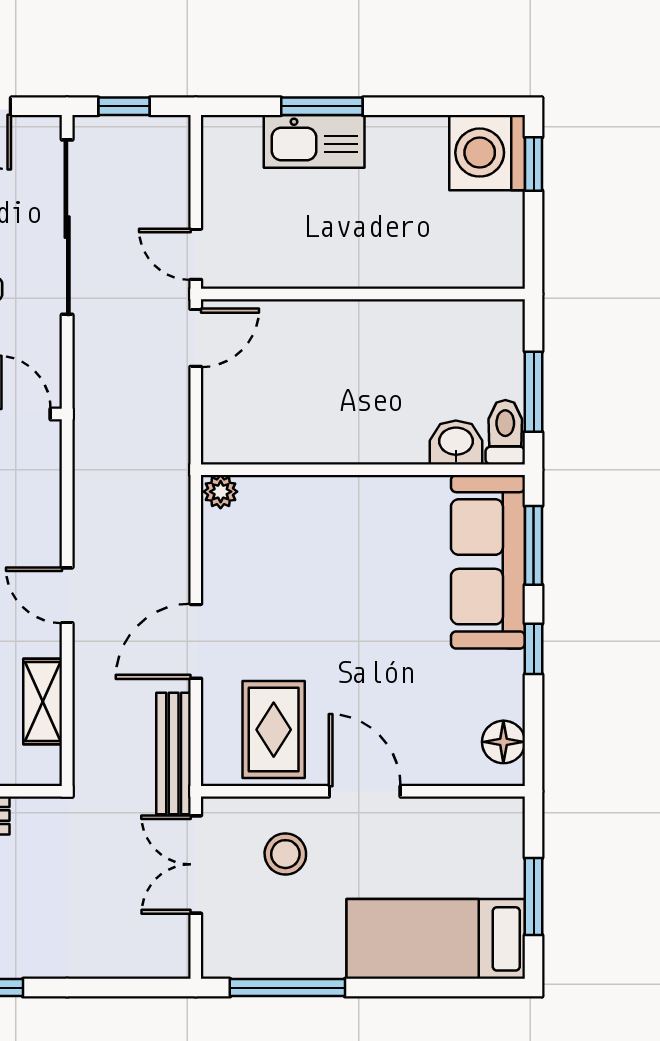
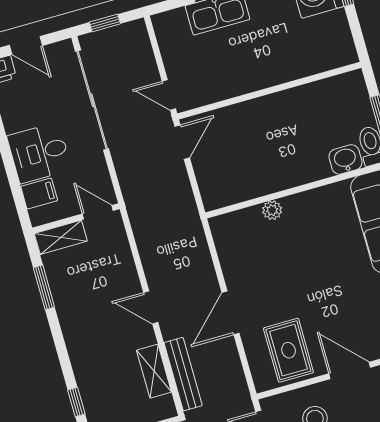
plant: (221, 492) -> (272, 210), moved
bench: (174, 754) -> (183, 374), moved

